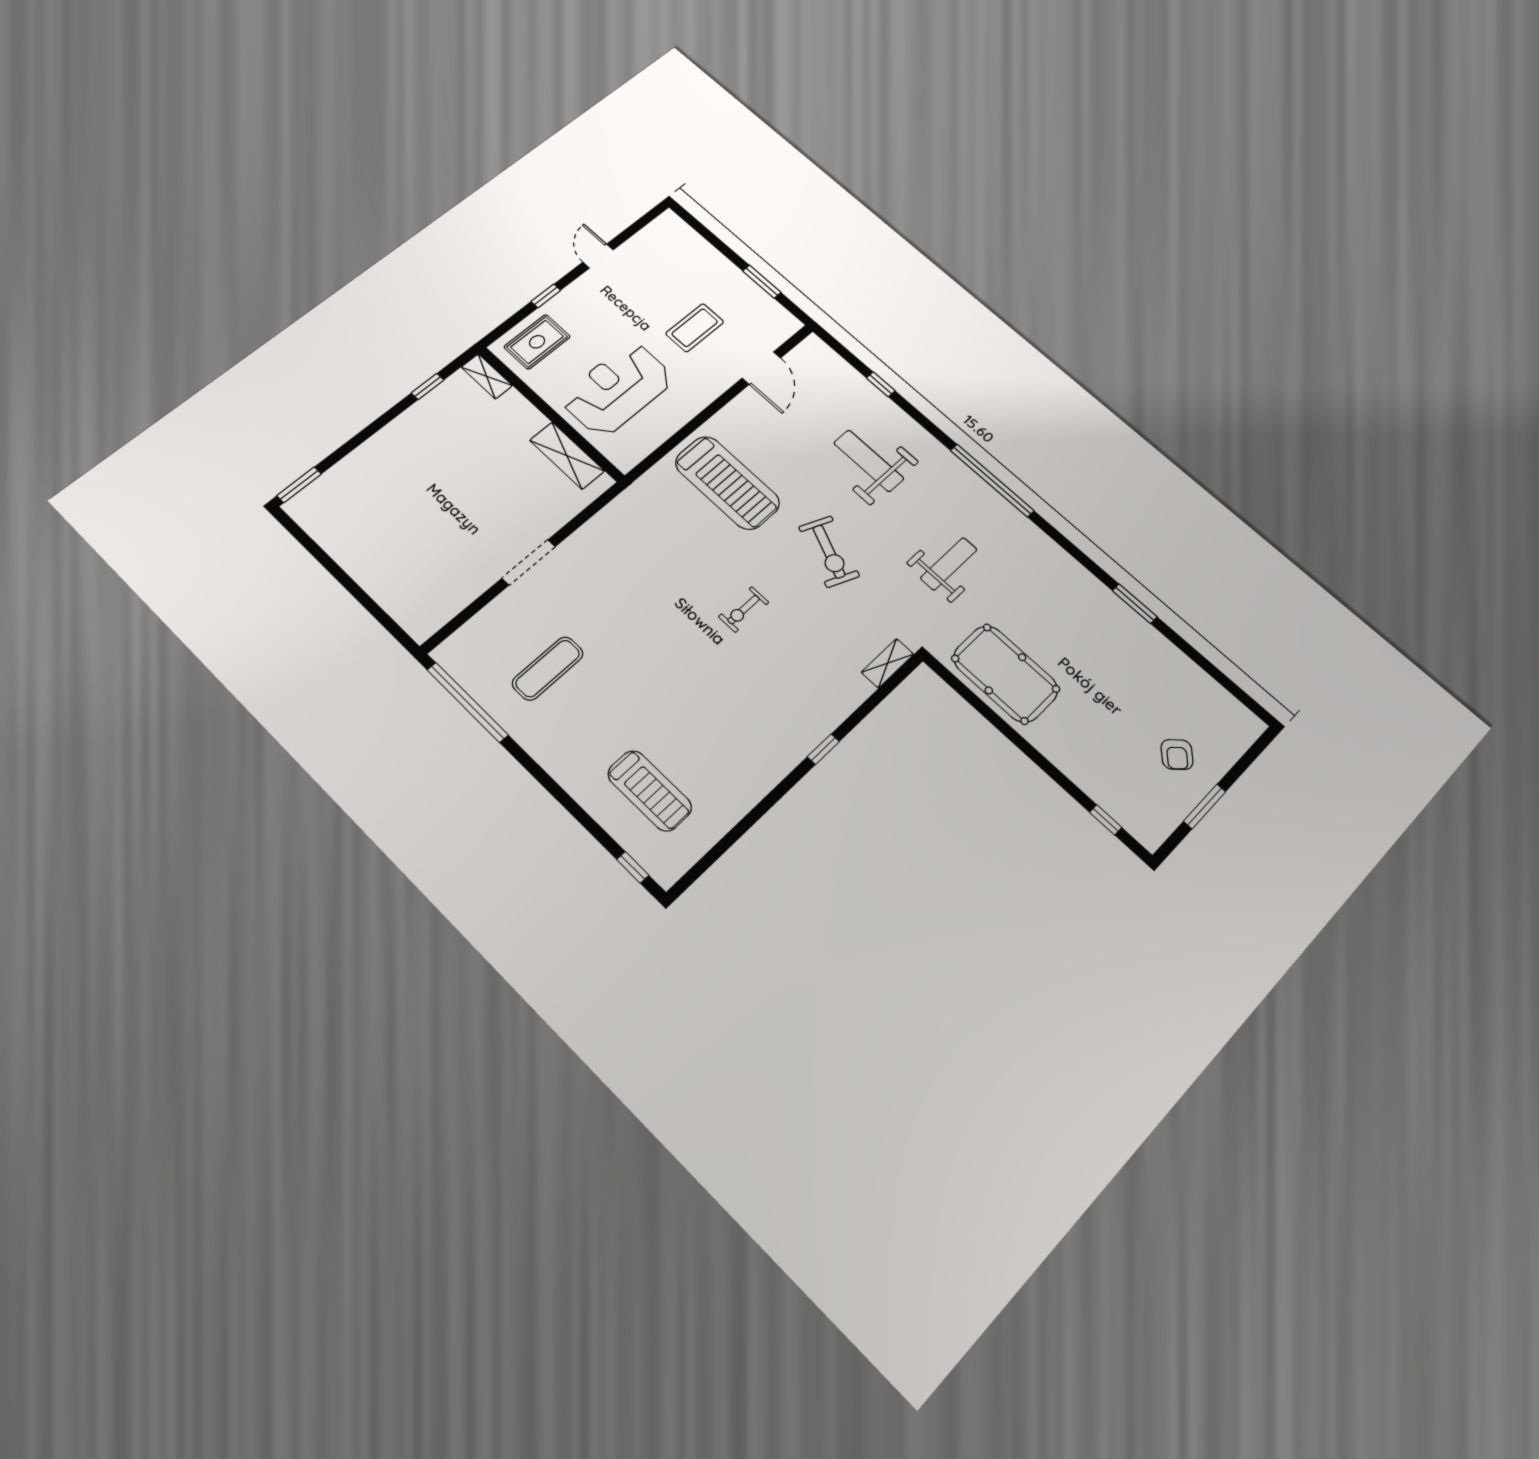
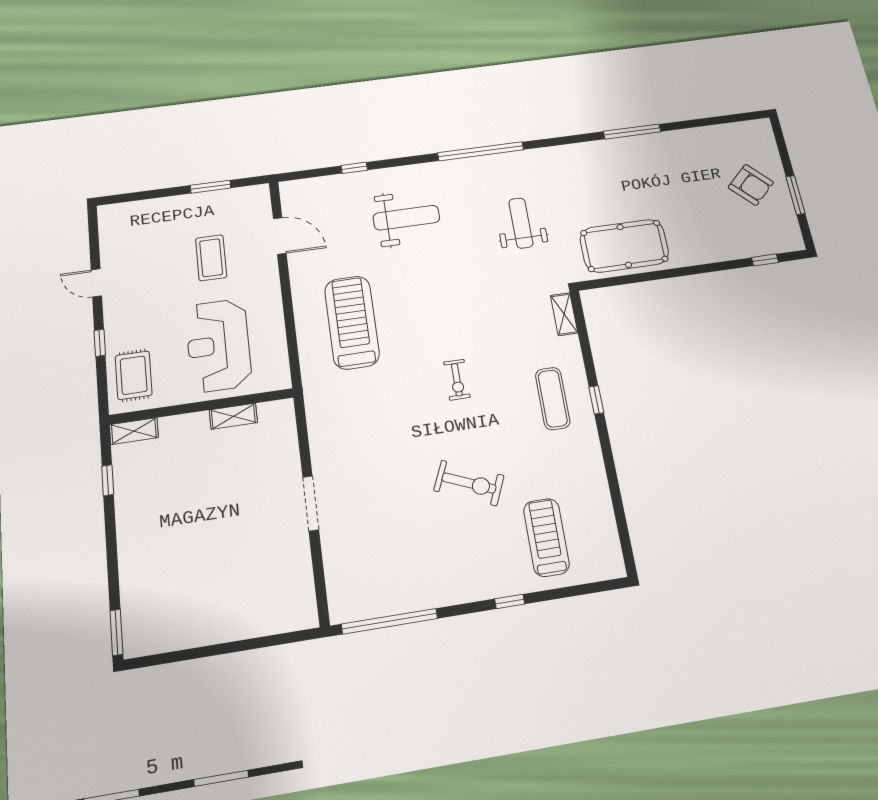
shelving: (567, 456) -> (233, 416), width x0.67, depth x0.75
weight bench: (869, 461) -> (406, 218), turned 180
treadmill: (727, 483) -> (352, 322), turned -90
exercise bike: (829, 552) -> (469, 483), moved
window: (1135, 604) -> (632, 132), width x1.44
exercise mat: (548, 668) -> (553, 398), moved
armchair: (1177, 755) -> (751, 185), width x1.38, depth x1.38
treadmill: (650, 791) -> (546, 537), turned -90
window: (633, 867) -> (510, 601), moved

